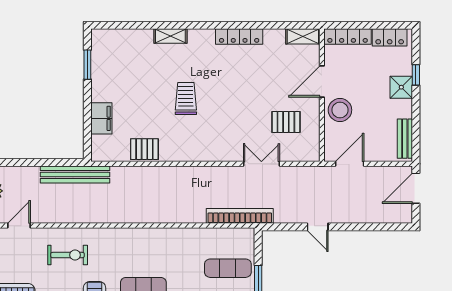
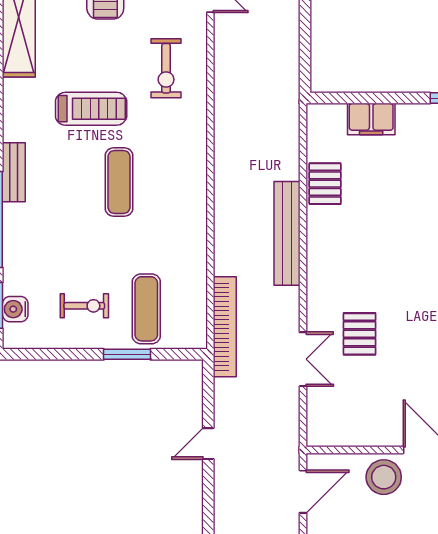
trolley: (186, 98) -> (401, 246), removed
pallet: (286, 122) -> (360, 334), moved
door: (350, 164) -> (303, 492), hinge flipped
bench: (75, 174) -> (287, 233), moved

